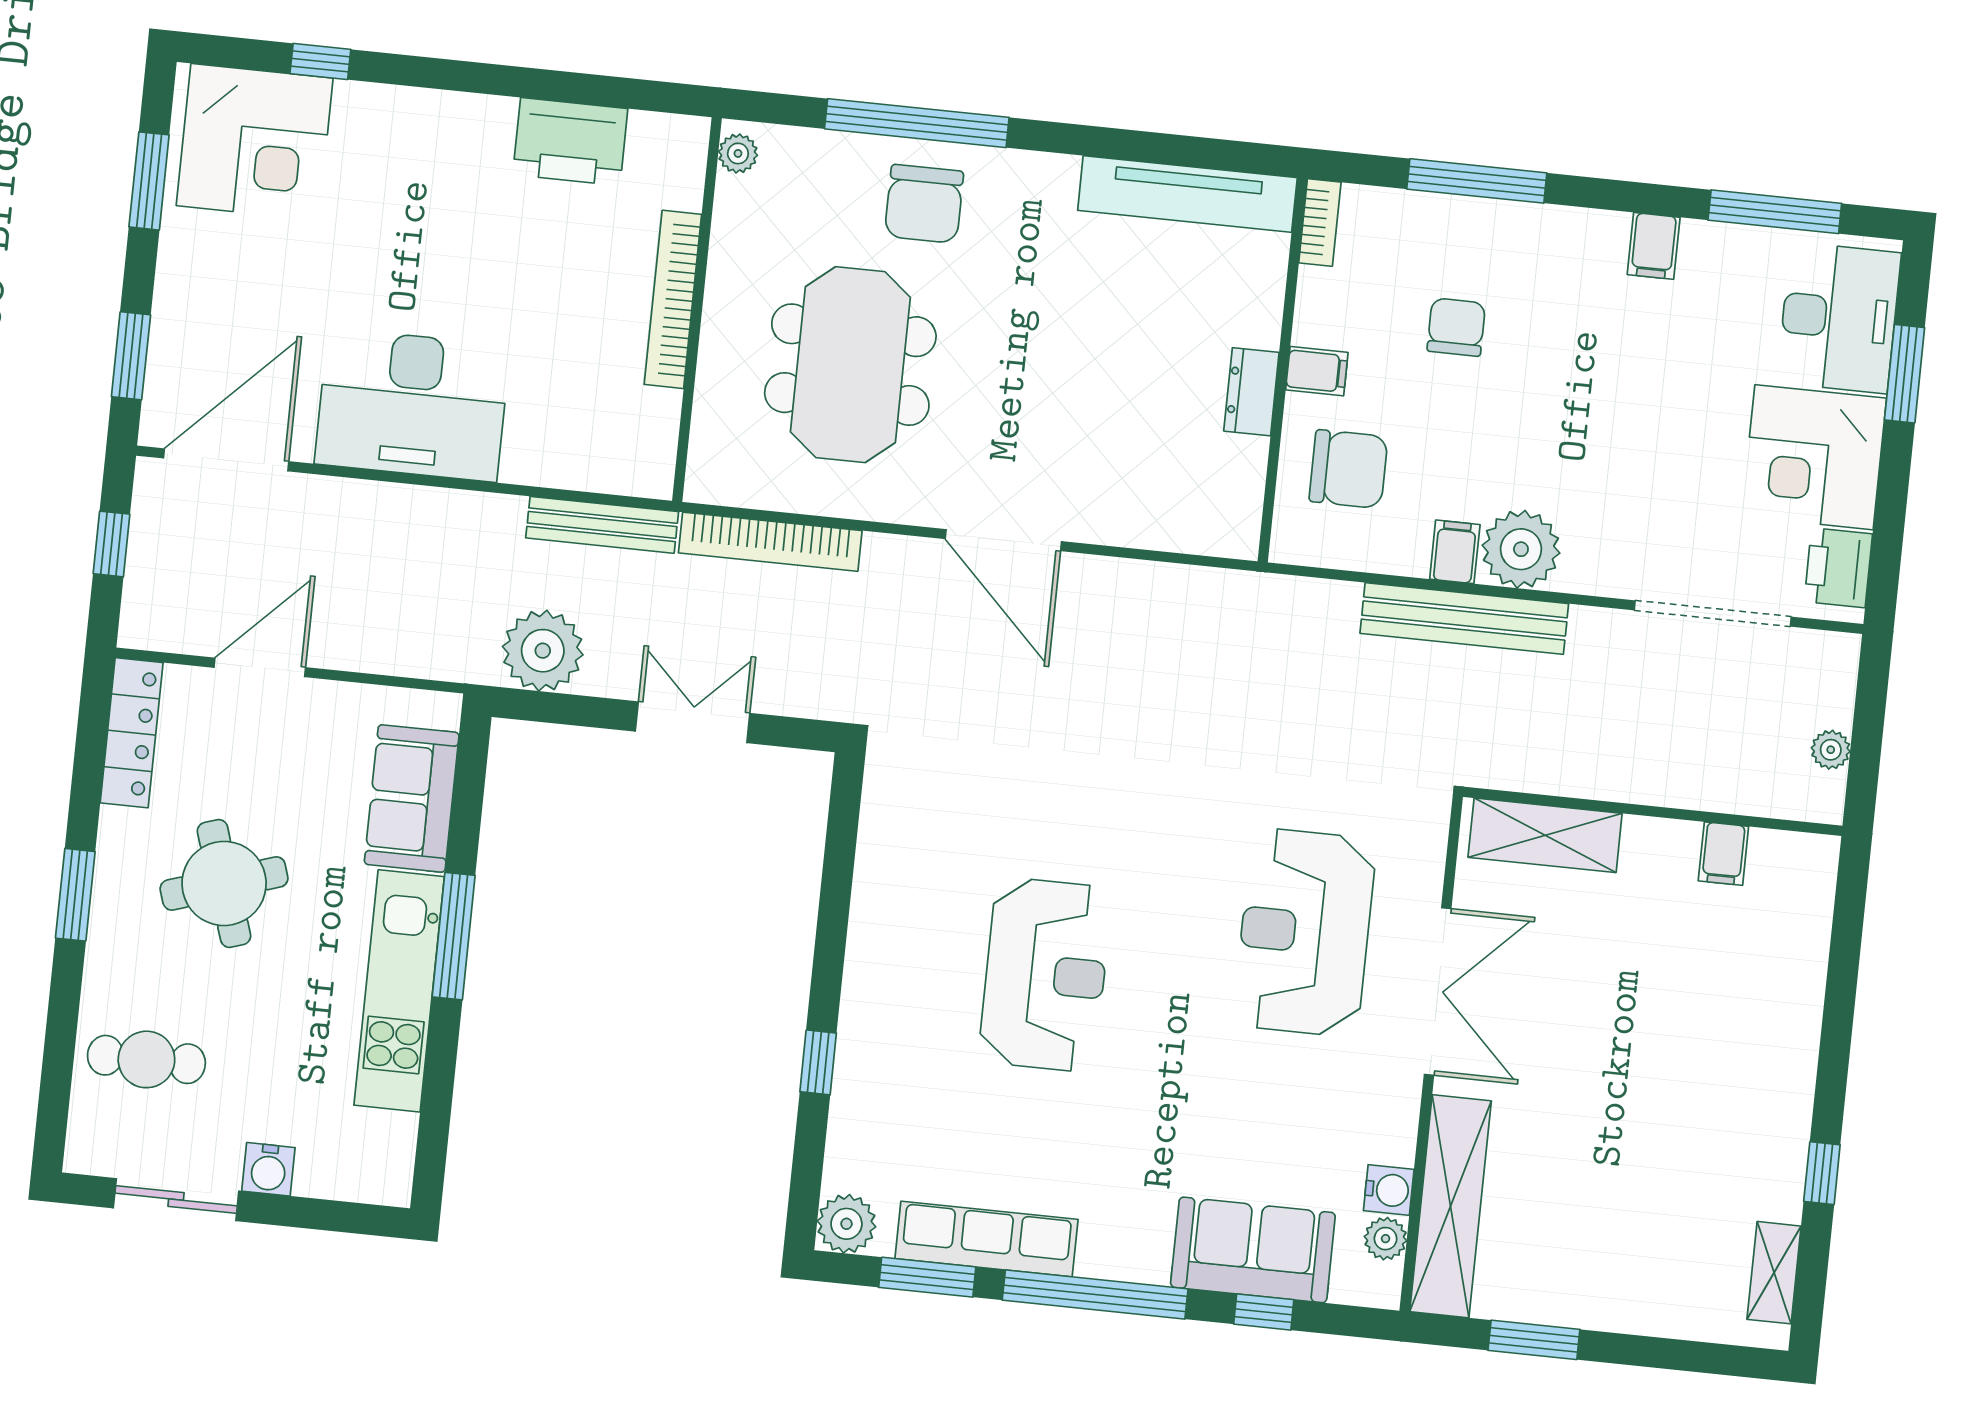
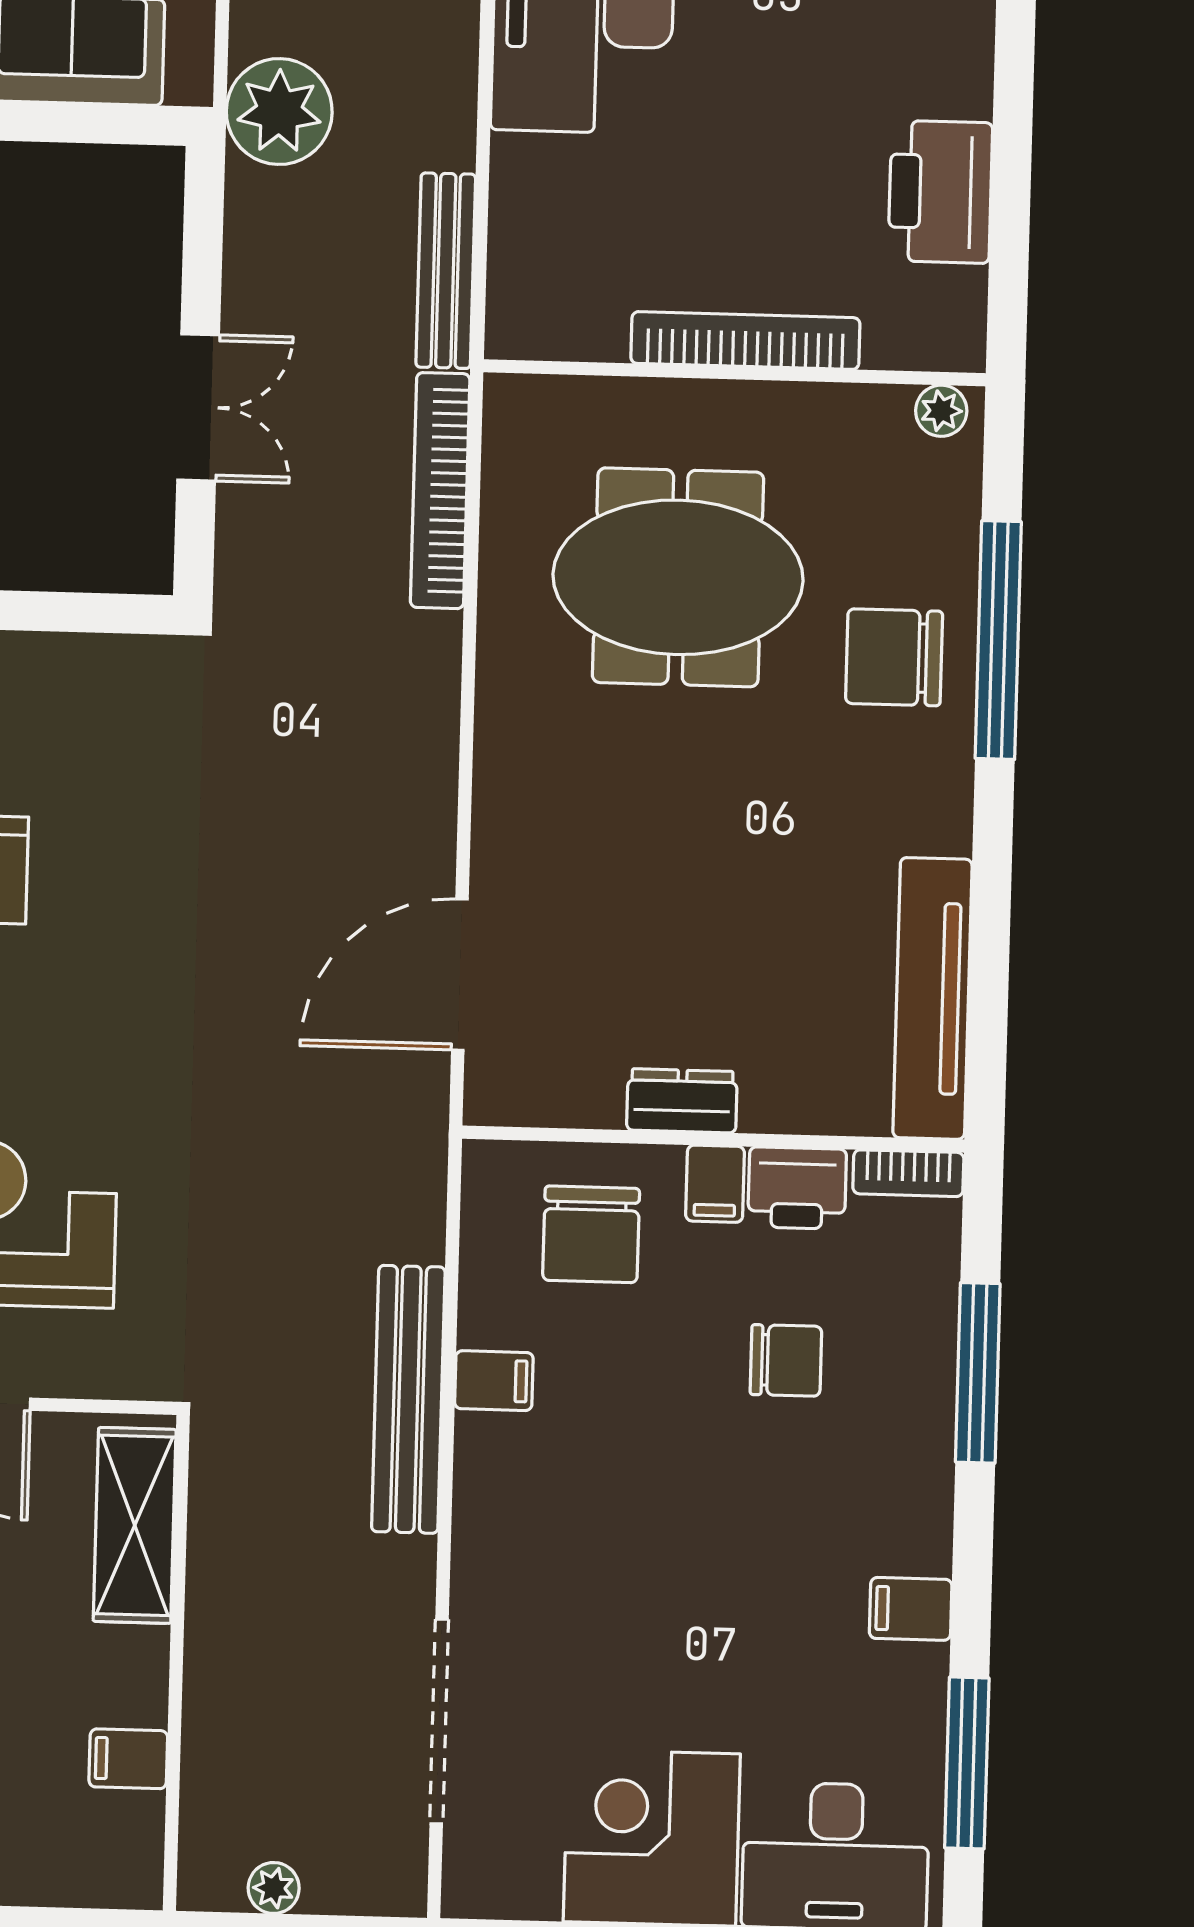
door: (1003, 540) -> (460, 975), moved
plant: (1521, 549) -> (504, 1466), removed
printer: (1838, 568) -> (797, 1188), moved, turned 180
plant: (543, 651) -> (279, 112), moved

